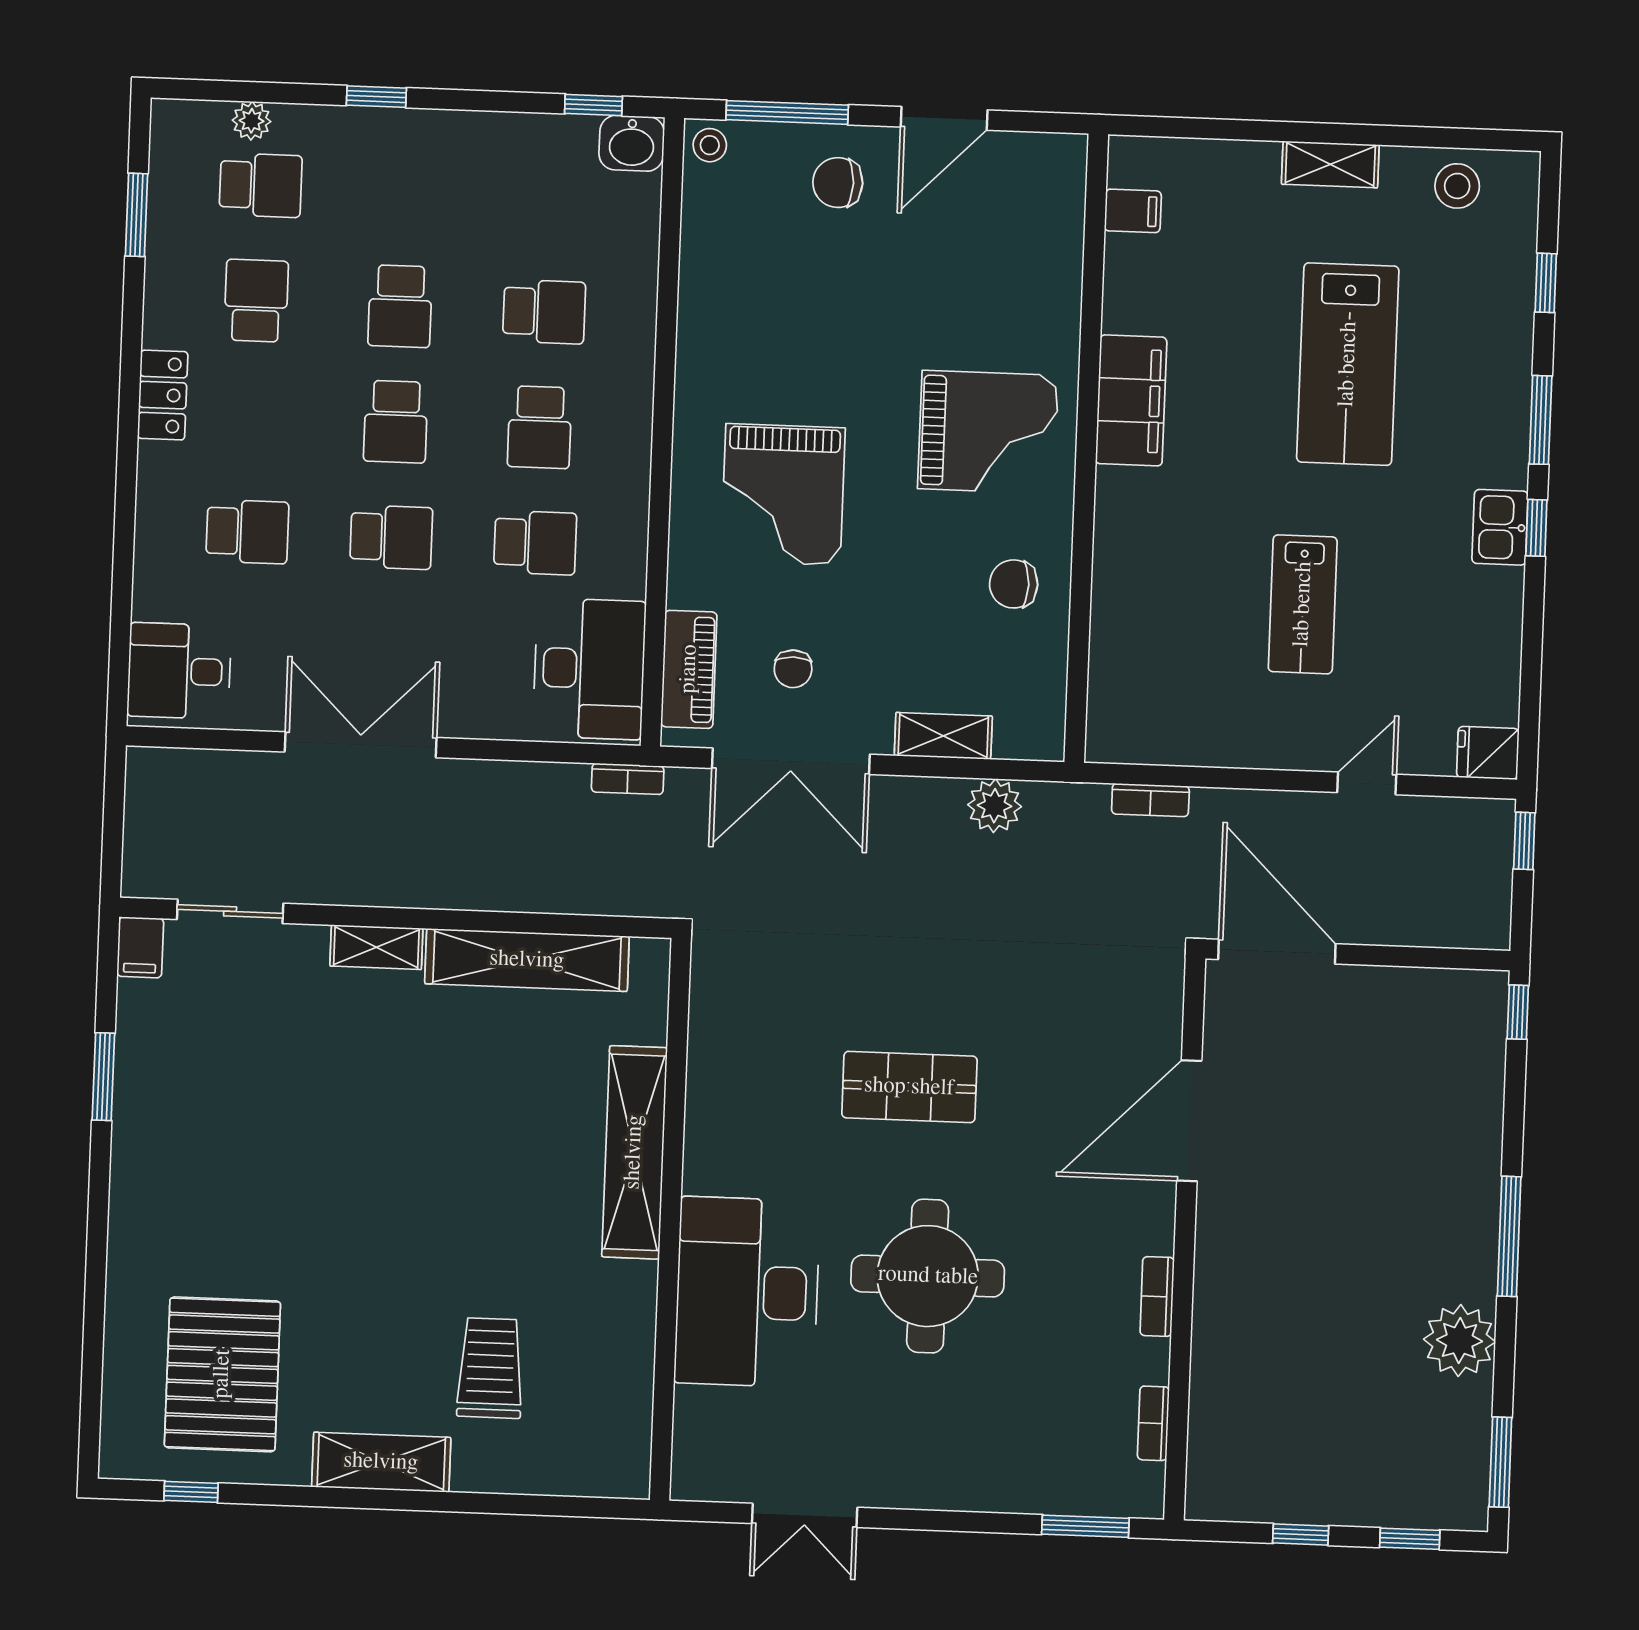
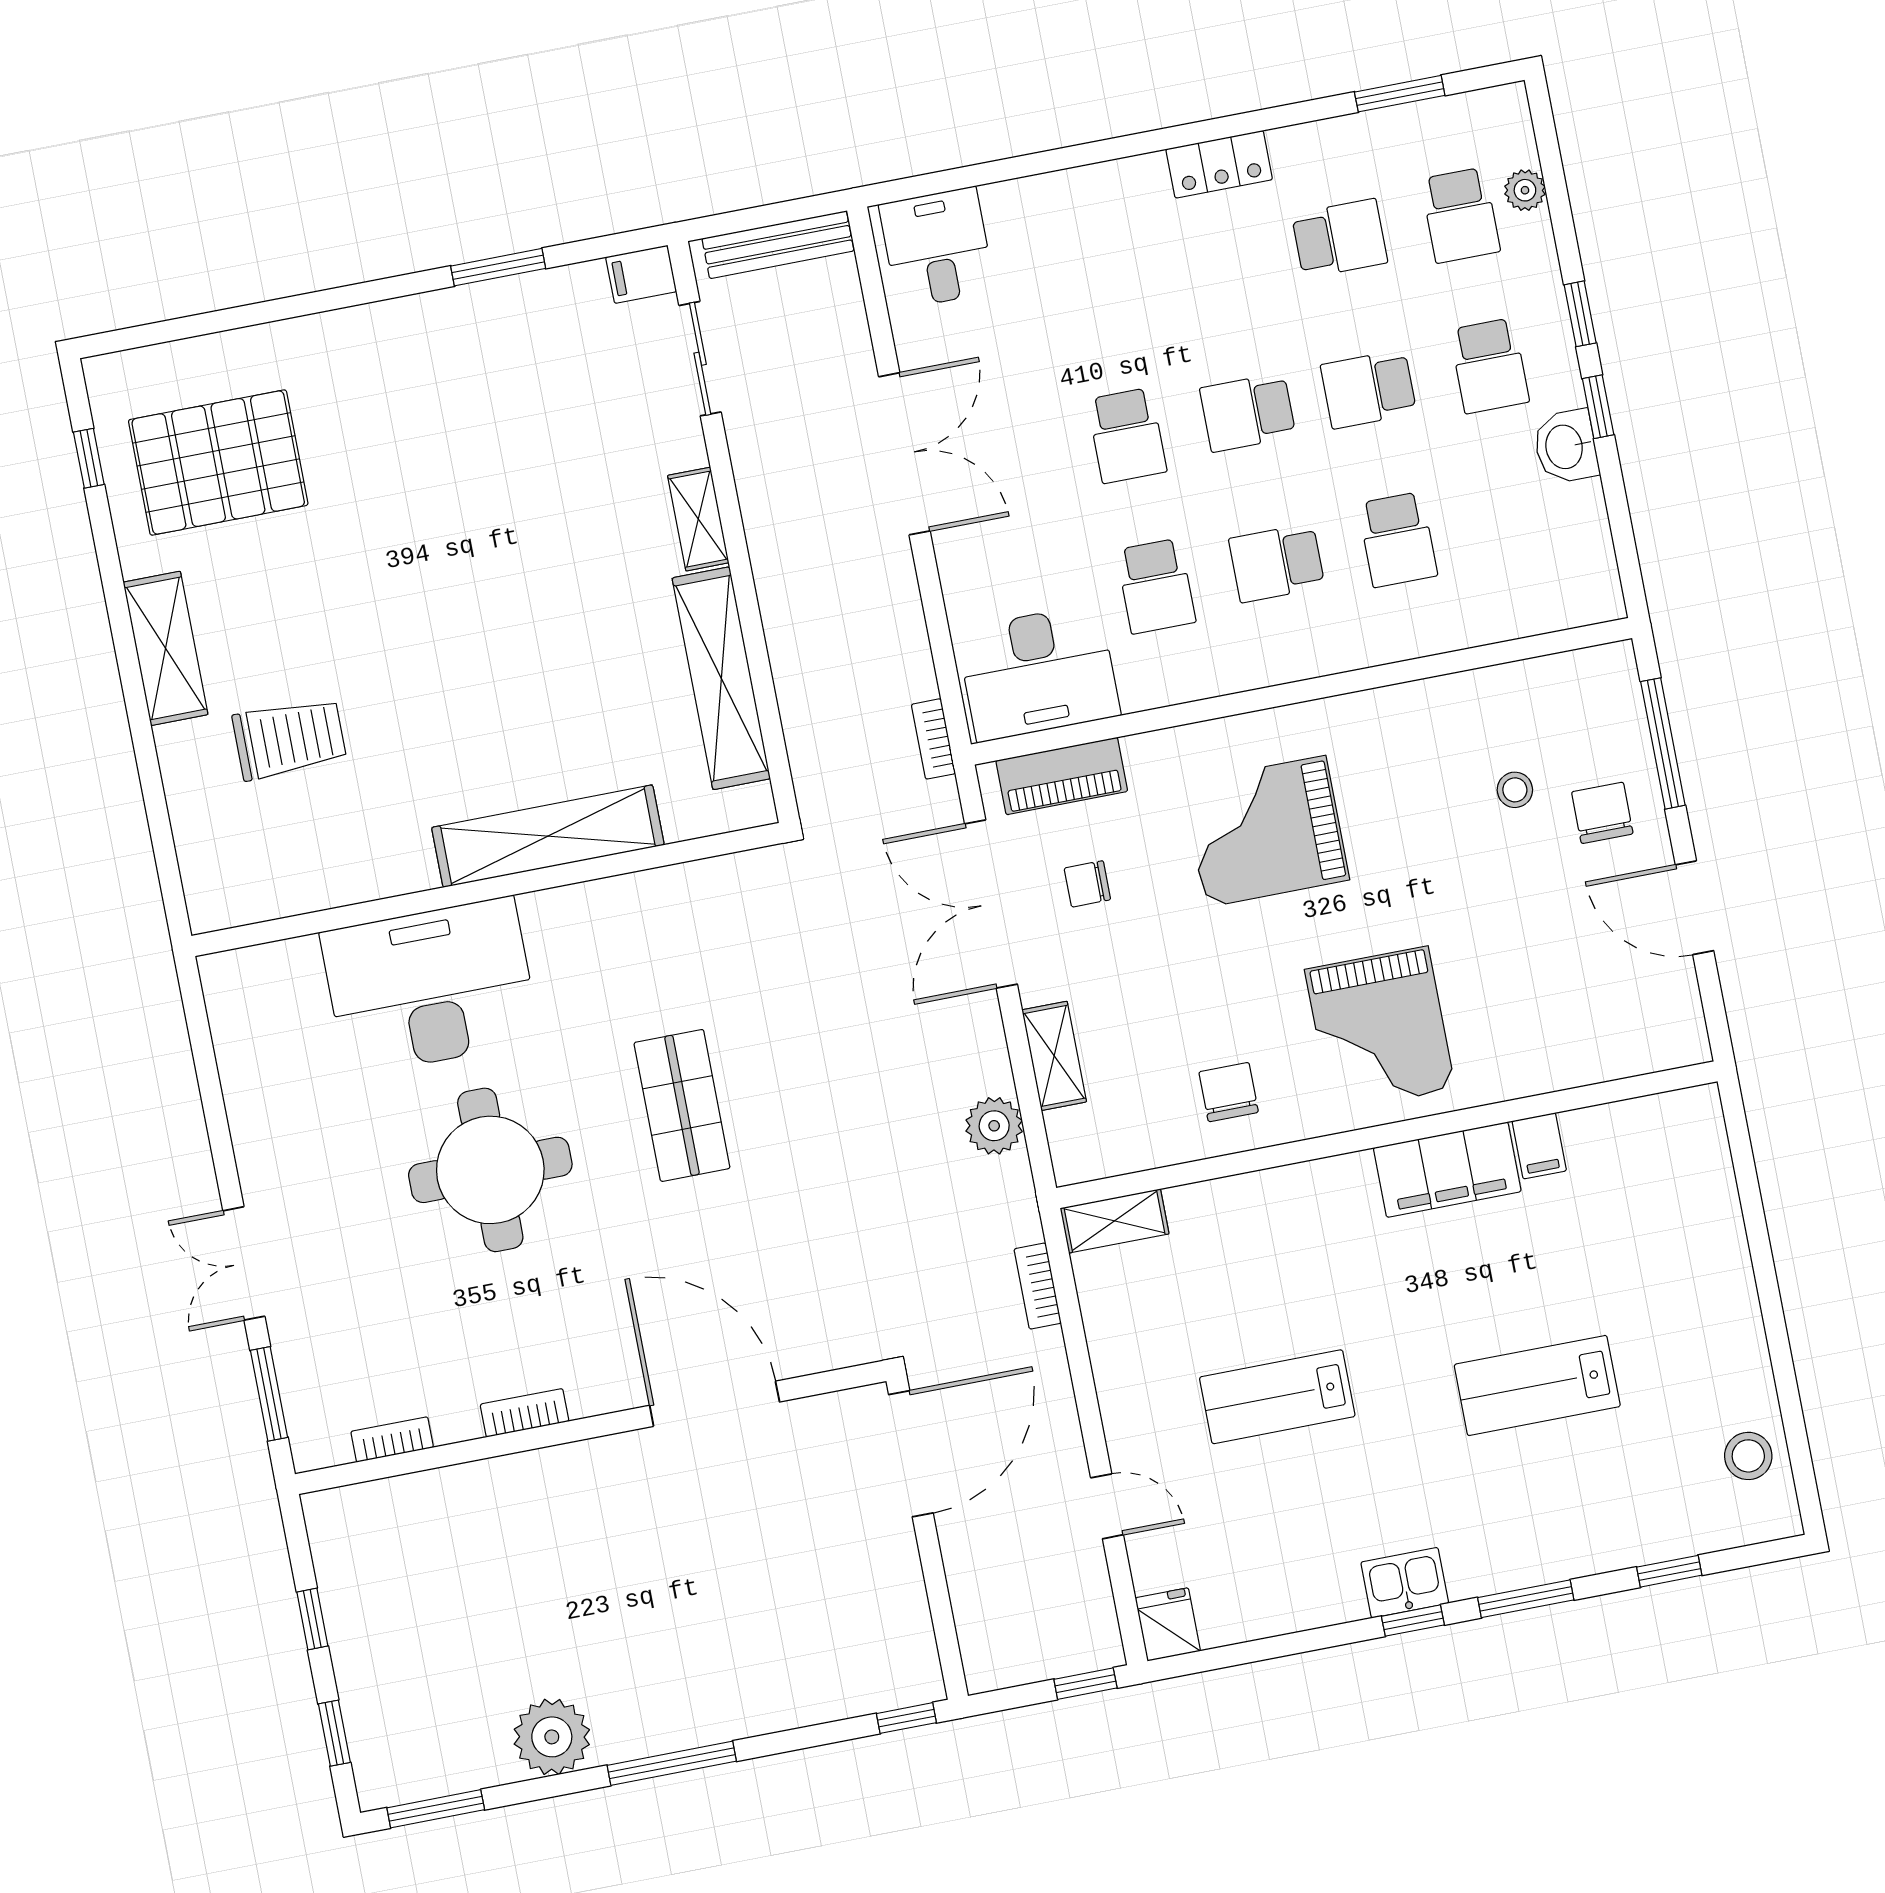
window: (593, 105) -> (1598, 407), moved
washbasin: (632, 143) -> (1566, 447), moved
stool: (710, 145) -> (1515, 790), moved
shelving: (1330, 164) -> (1115, 1221), moved, turned 90
filing cabinet: (1133, 211) -> (1539, 1146), moved
lab bench: (1348, 364) -> (1537, 1385), width x0.73, depth x0.72
school desk: (247, 532) -> (1489, 366), moved
bench: (142, 816) -> (778, 245), added
double door: (805, 1515) -> (244, 1263), moved

